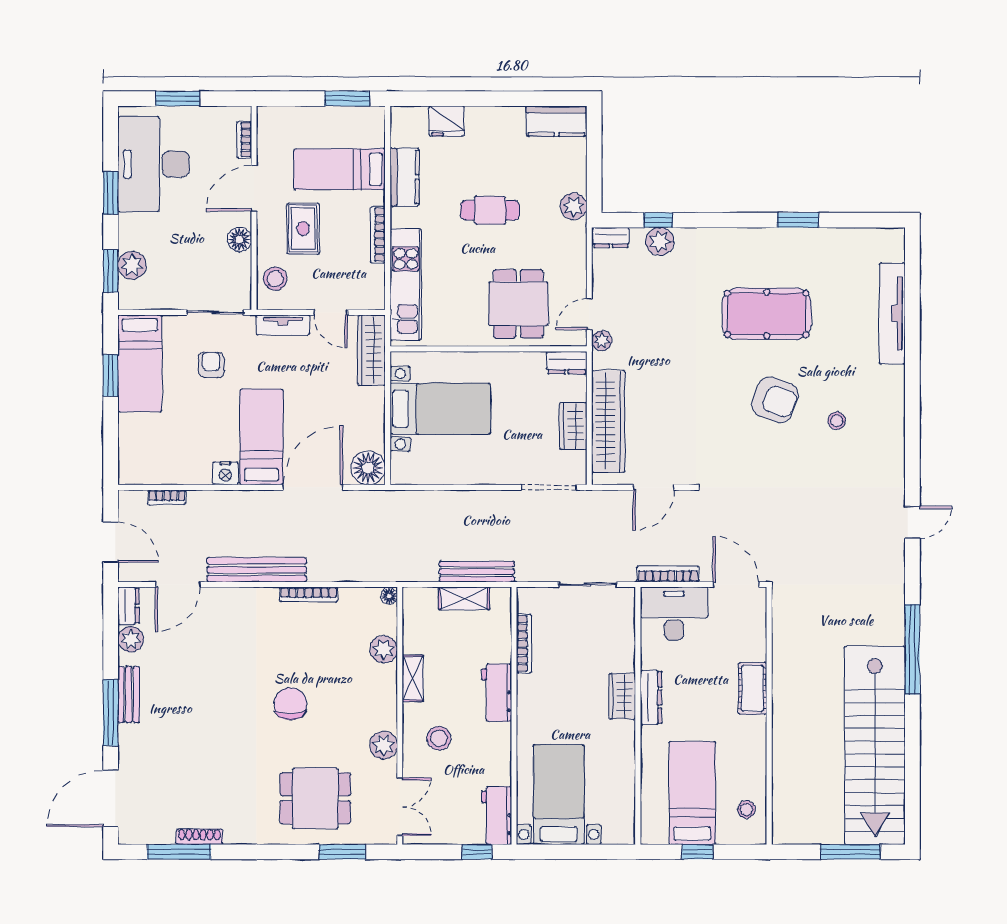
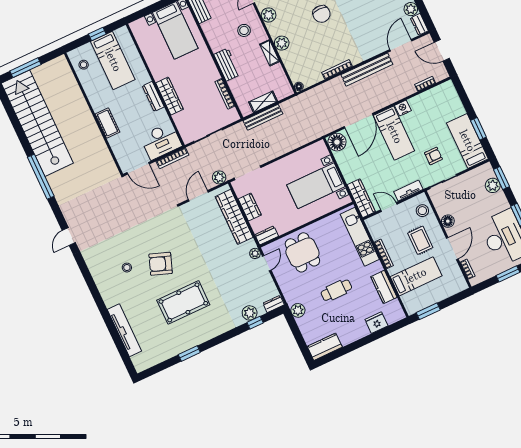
armchair: (211, 365) -> (433, 156), turned -90
plant: (602, 503) -> (219, 177), added
plant: (384, 649) -> (282, 43), moved
wardrobe: (622, 696) -> (170, 96), width x1.50

